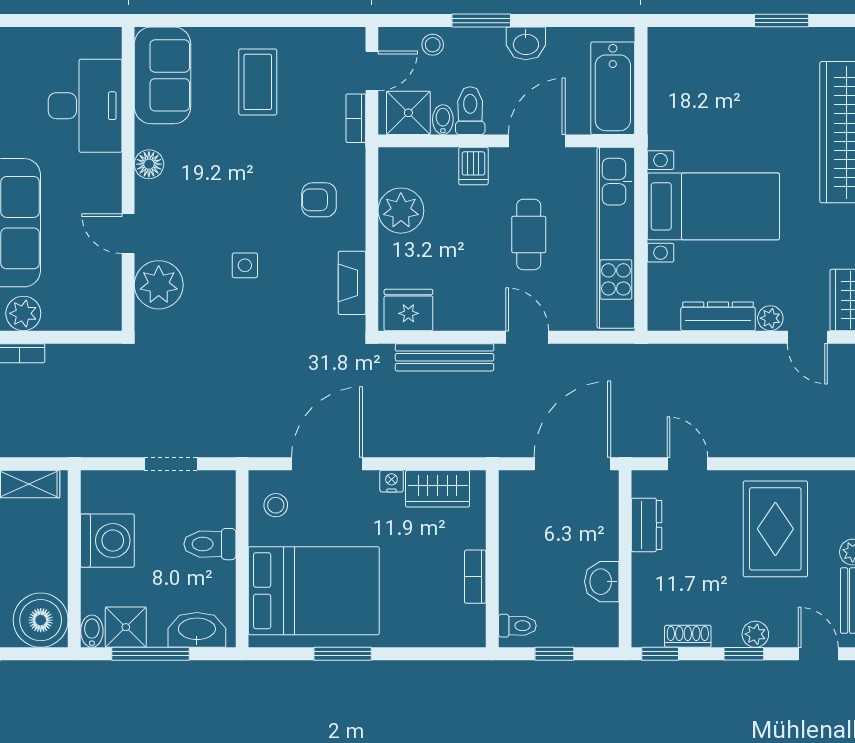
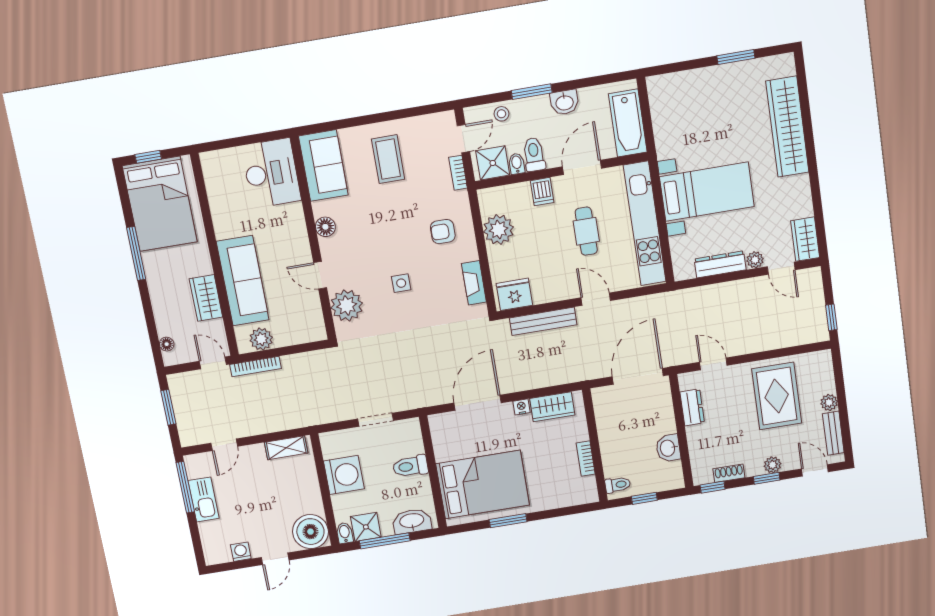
desk: (85, 106) -> (271, 173), moved
stool: (276, 505) -> (449, 435), removed

